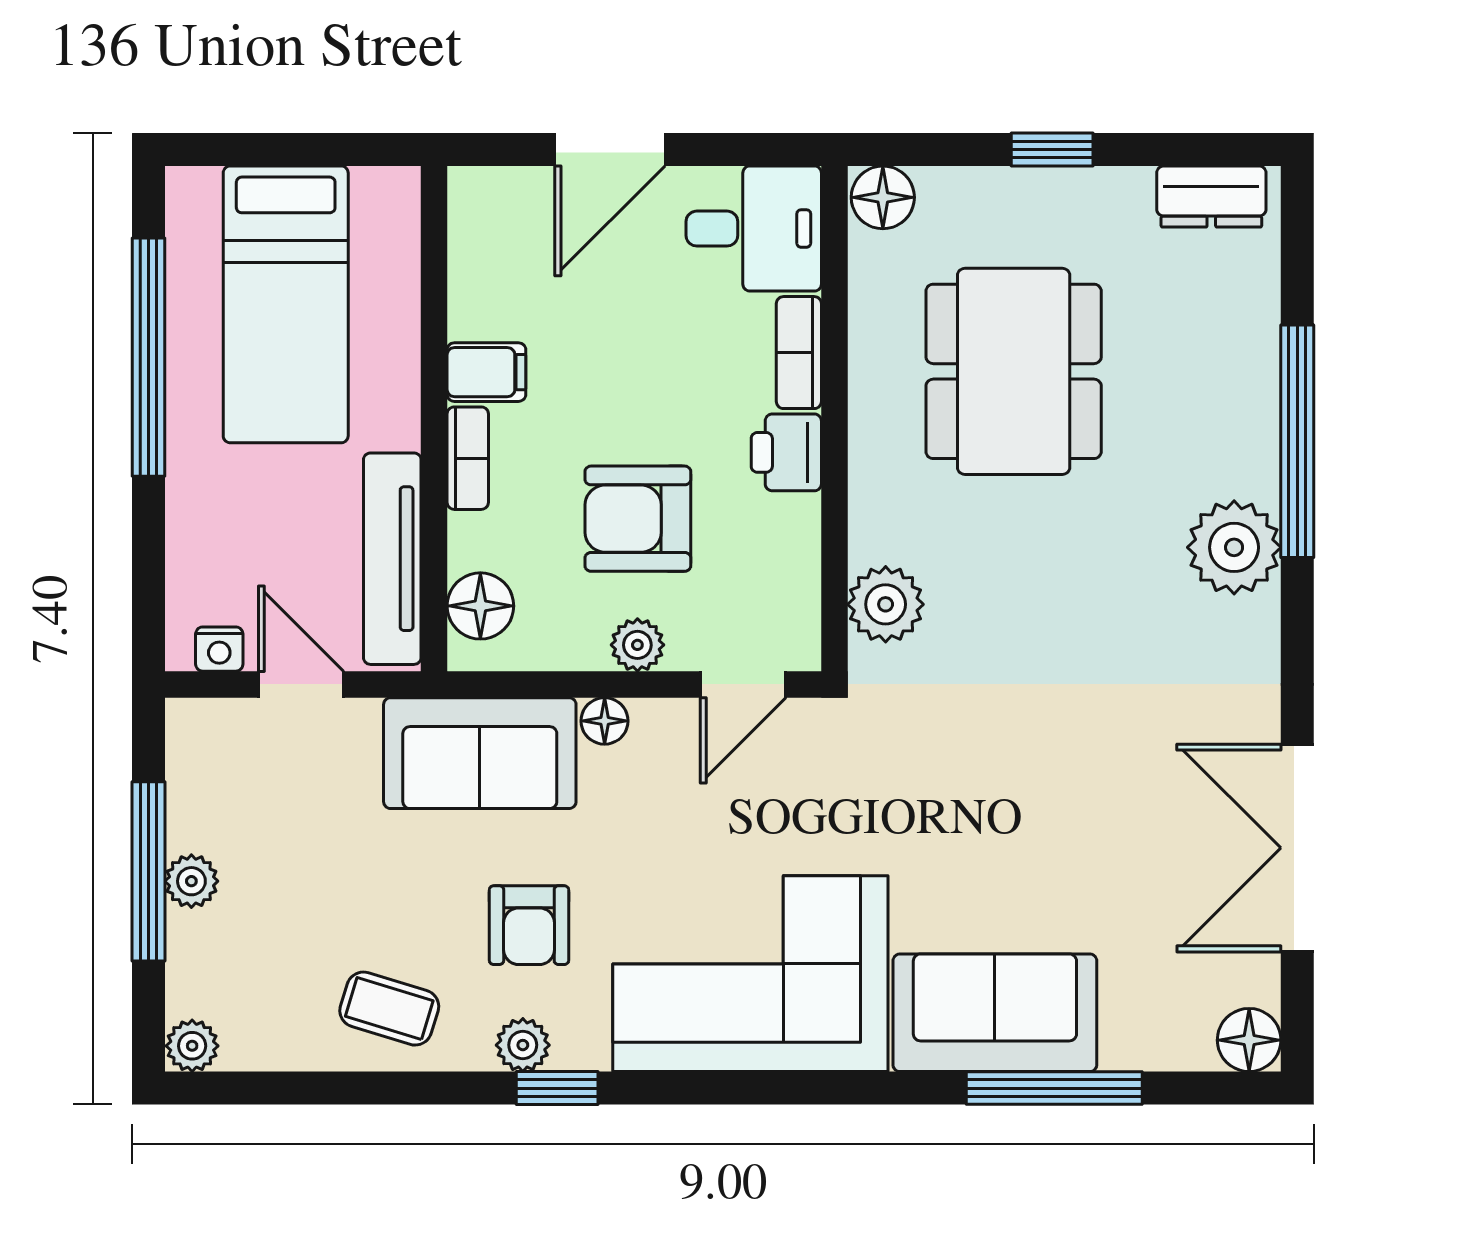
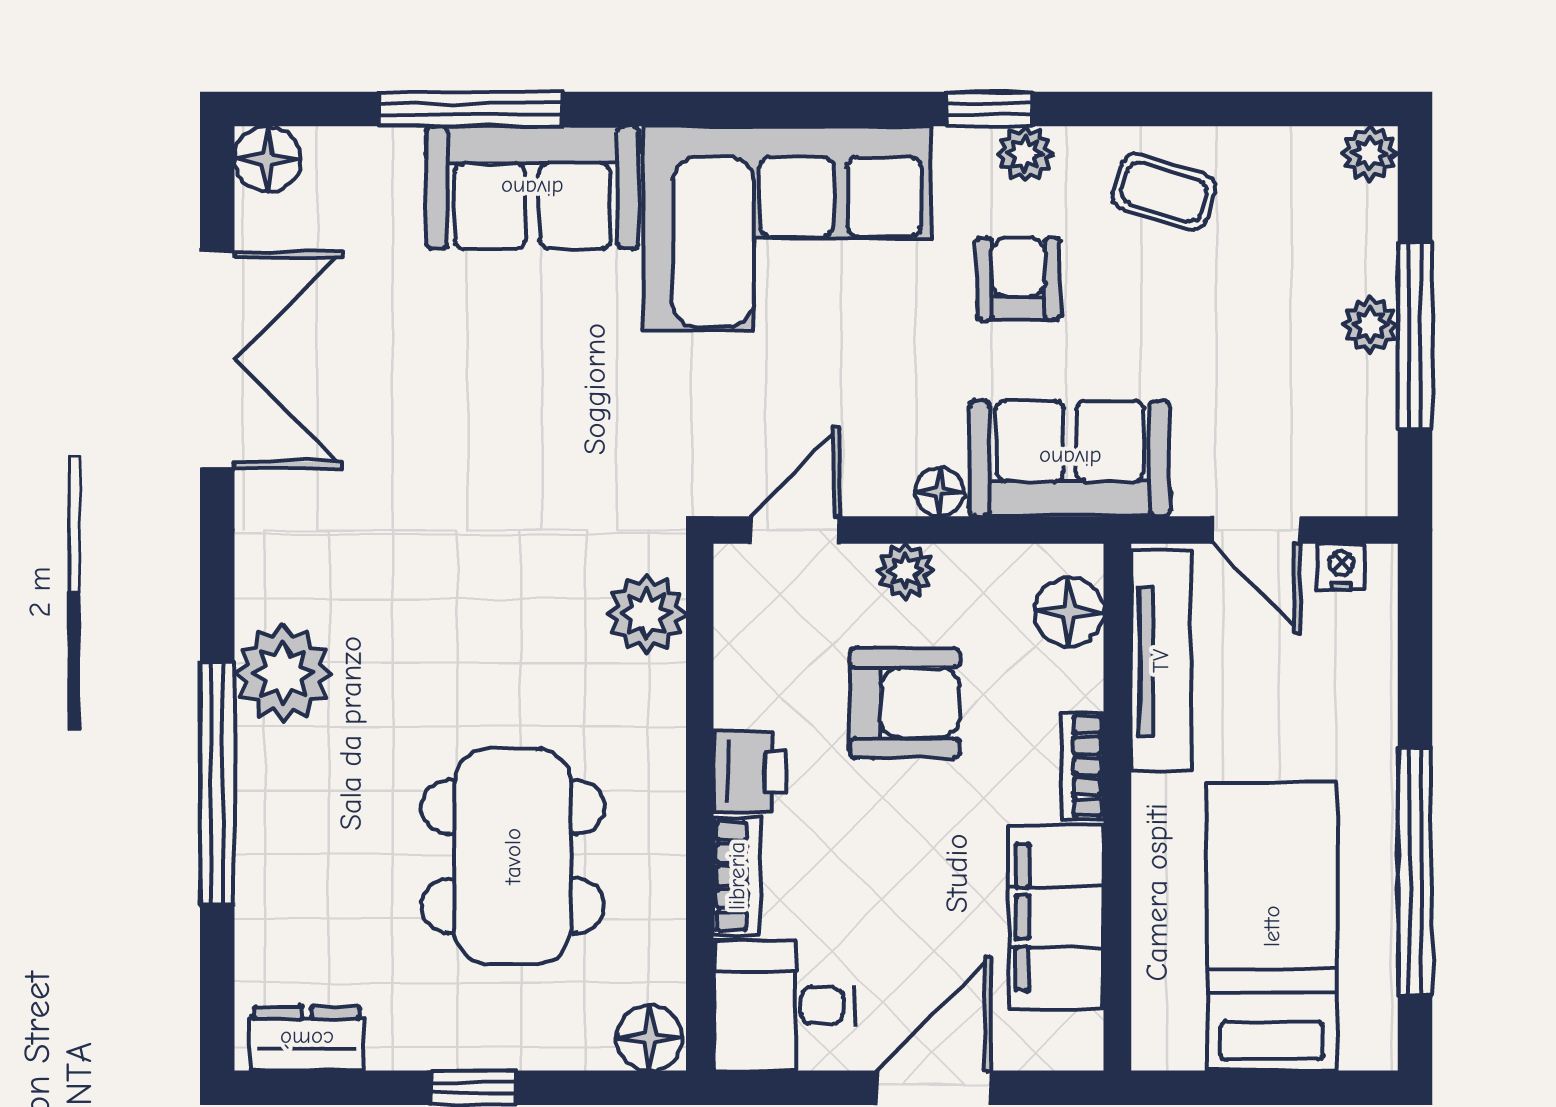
filing cabinet: (486, 372) -> (1056, 917), width x3.00, depth x1.17

